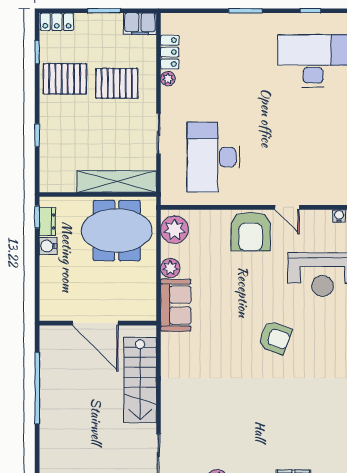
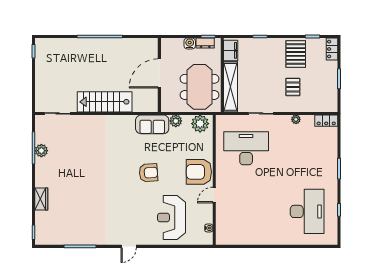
filing cabinet: (140, 24) -> (231, 50), moved, turned 180
locker: (170, 52) -> (326, 121), moved
pallet: (117, 83) -> (293, 87), width x0.67, depth x0.71
door: (95, 323) -> (159, 73), moved
wall: (98, 323) -> (159, 75), moved
armchair: (275, 338) -> (148, 173), moved, turned -115

